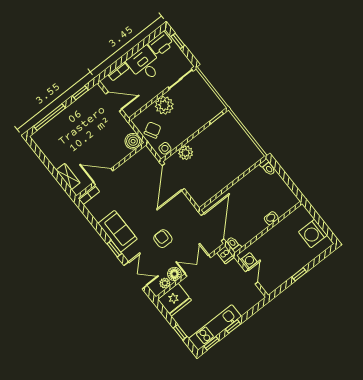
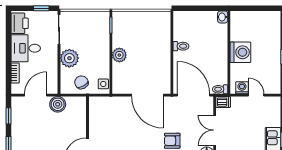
window: (178, 41) -> (41, 8), moved
boiler: (133, 141) -> (58, 104), moved
plant: (186, 153) -> (119, 55), moved
toilet: (268, 167) -> (181, 46), moved
door: (173, 177) -> (147, 95), moved
washbasin: (271, 218) -> (223, 17), moved
washing machine: (313, 234) -> (240, 52), moved, turned -90

